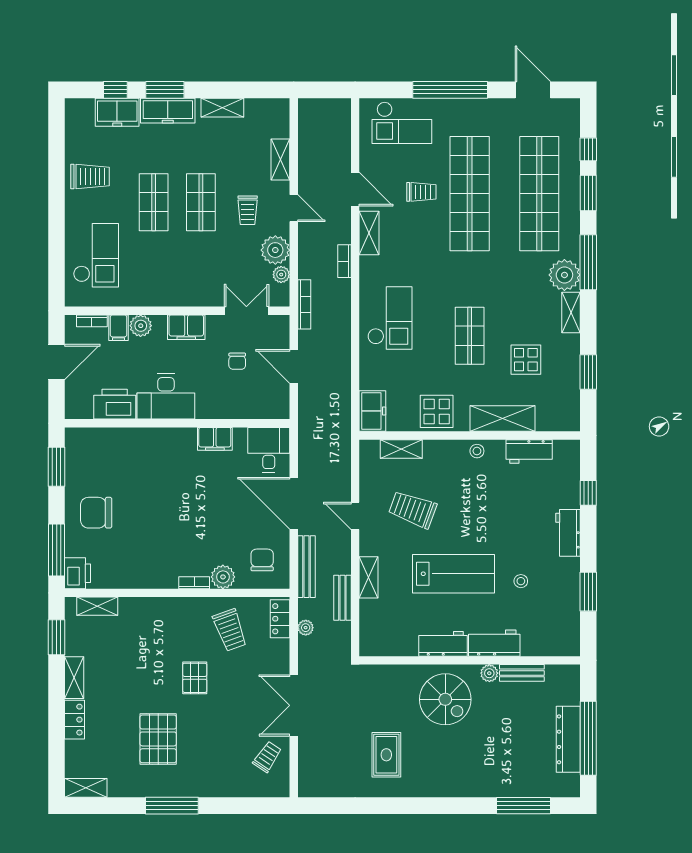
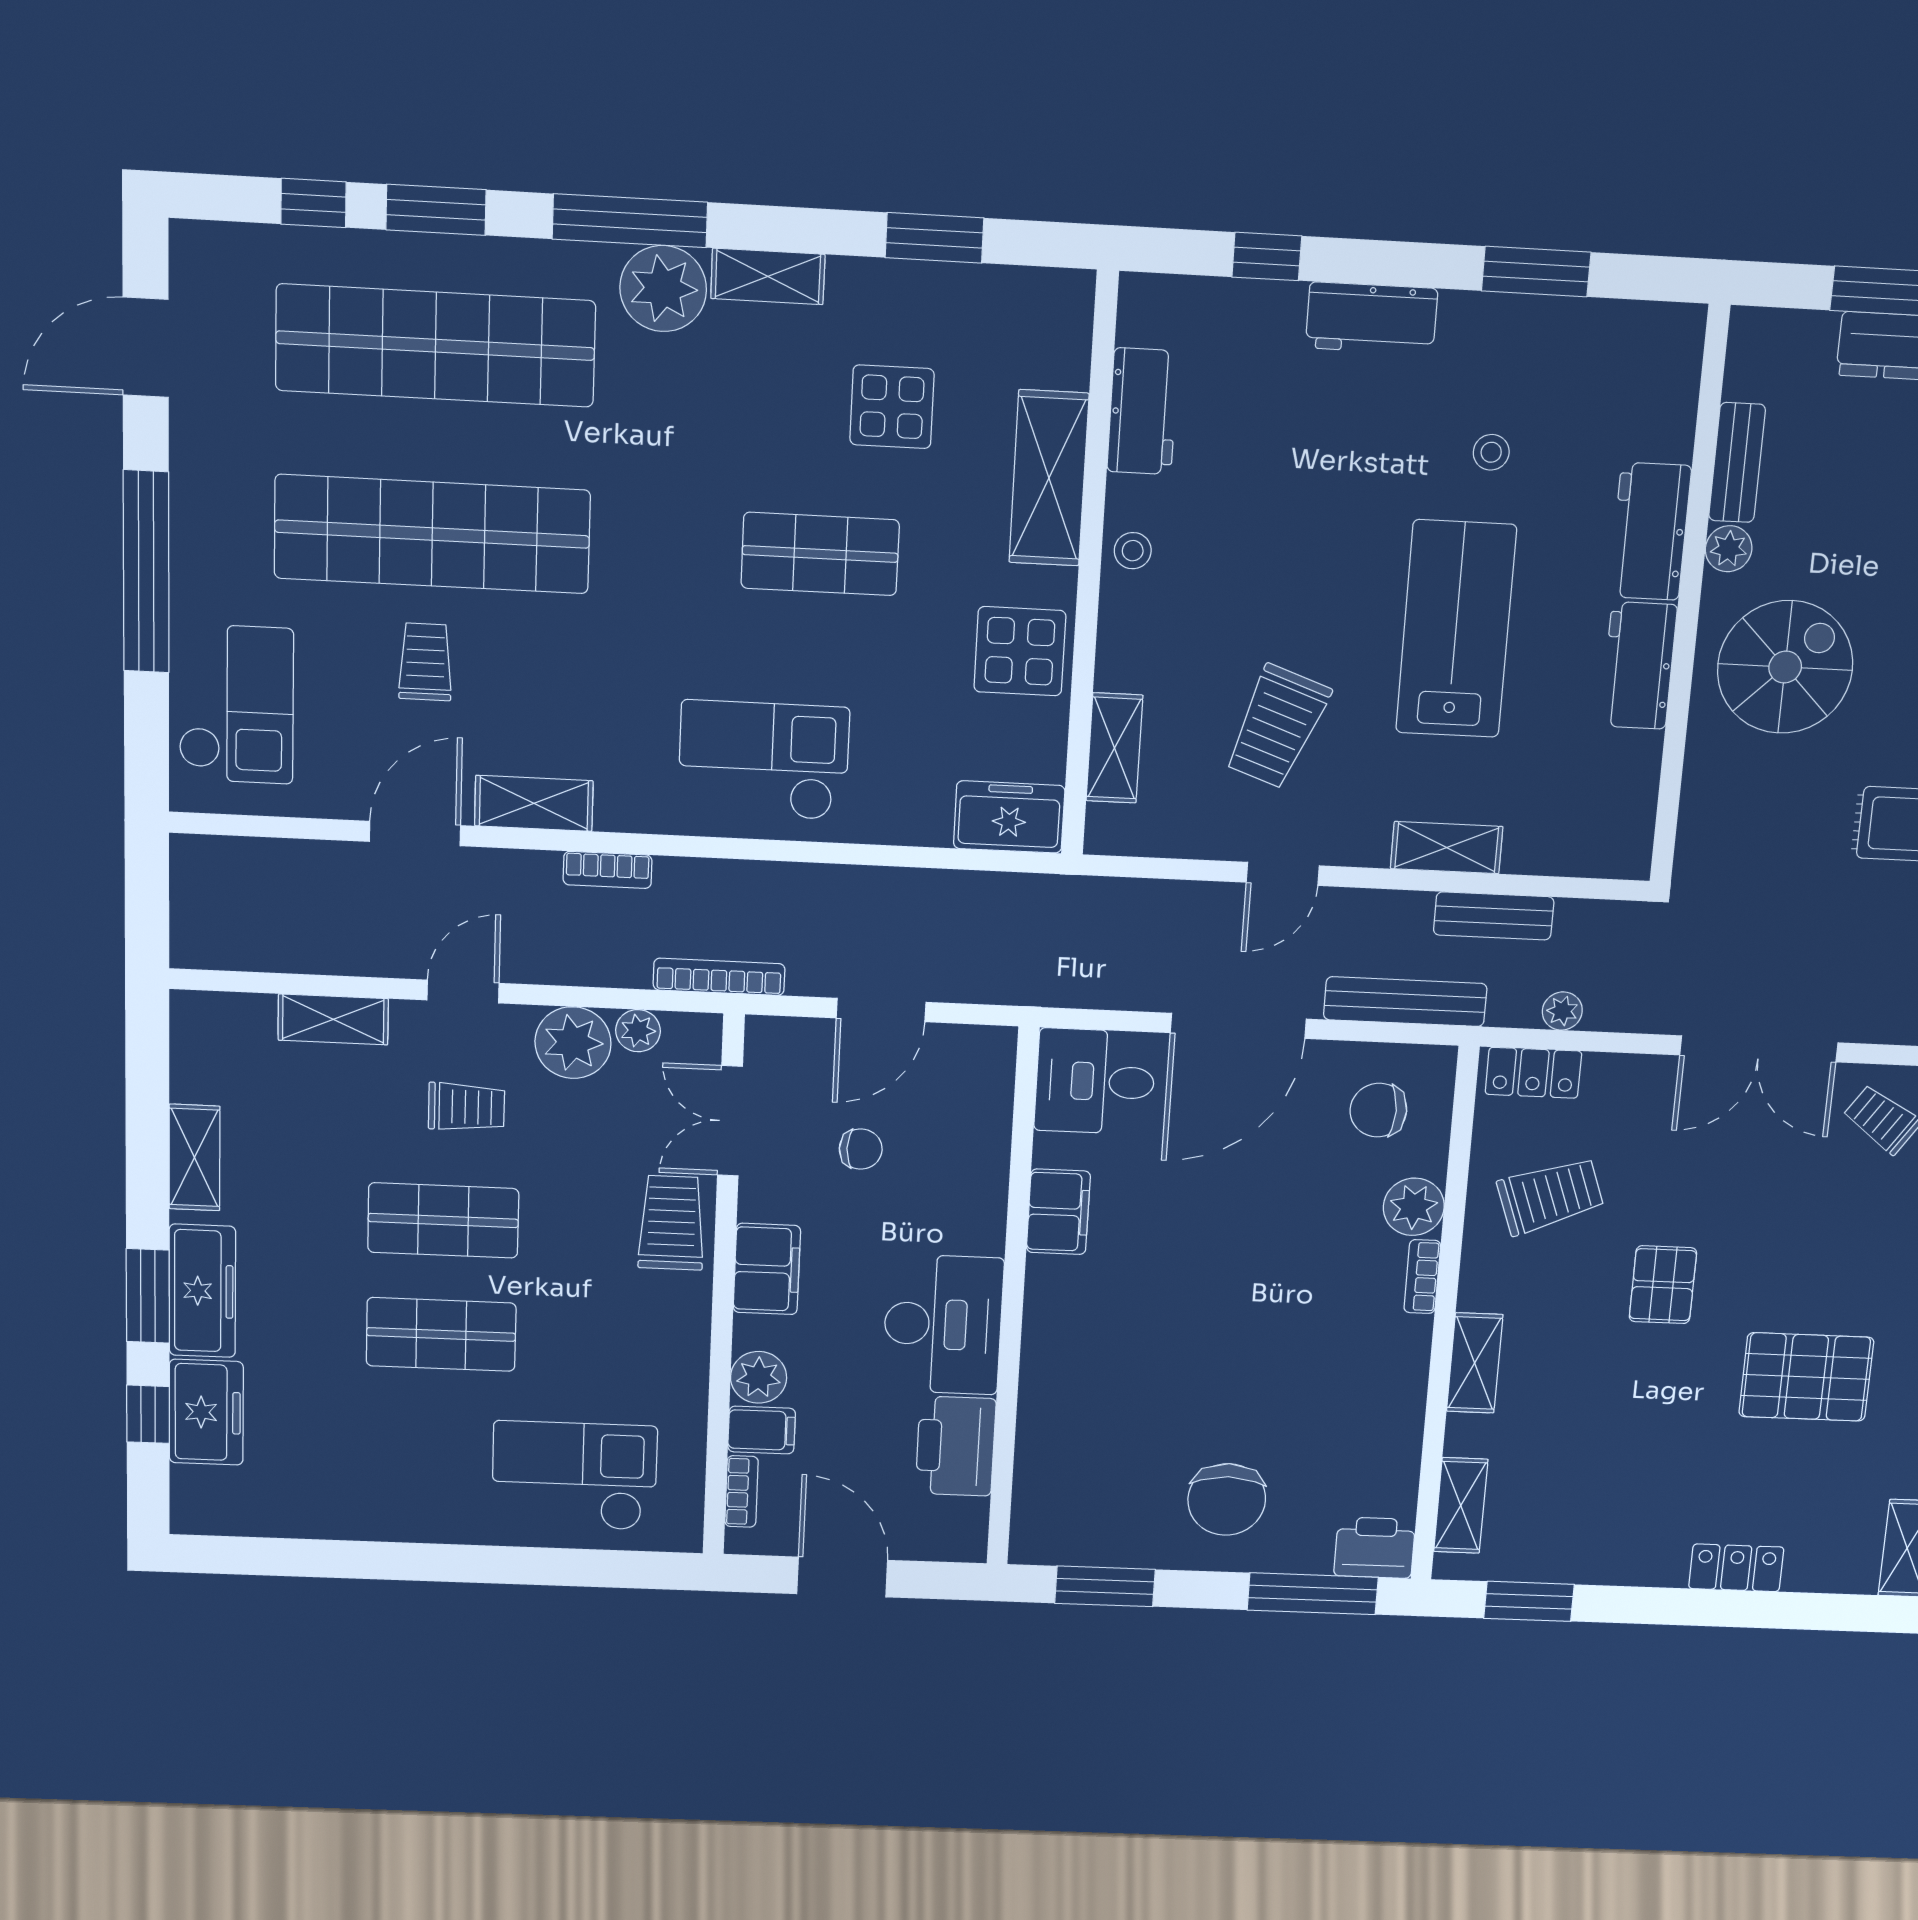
trolley: (90, 177) -> (672, 1223), moved
shelving: (74, 678) -> (1475, 1363), moved, turned 90
pallet: (195, 678) -> (1663, 1285), turned 90

